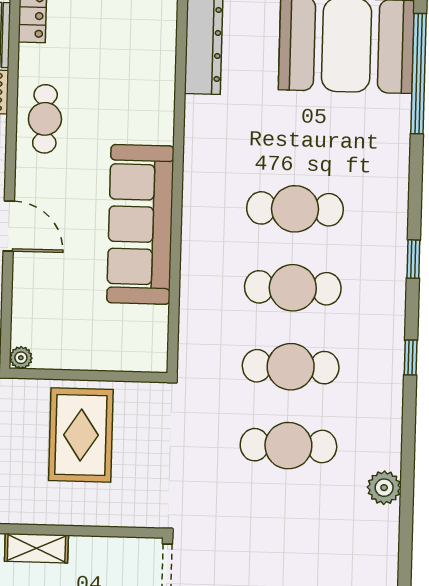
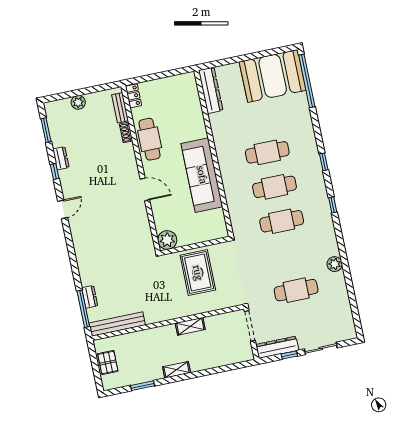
cafe table: (45, 119) -> (150, 139), width x1.37, depth x1.35
plant: (21, 358) -> (167, 240), width x1.88, depth x1.88
cafe table: (288, 446) -> (296, 290), moved

